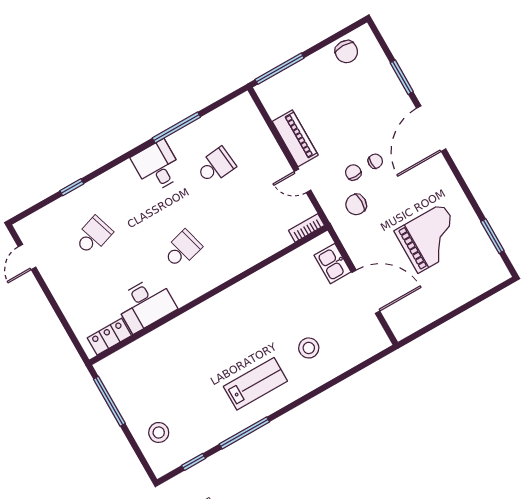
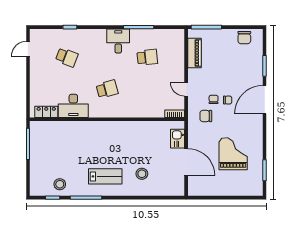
piano: (295, 138) -> (194, 53), moved
school desk: (93, 236) -> (67, 57), turned 39
grand piano: (430, 238) -> (233, 154), turned -90
stool: (159, 432) -> (60, 184), moved

